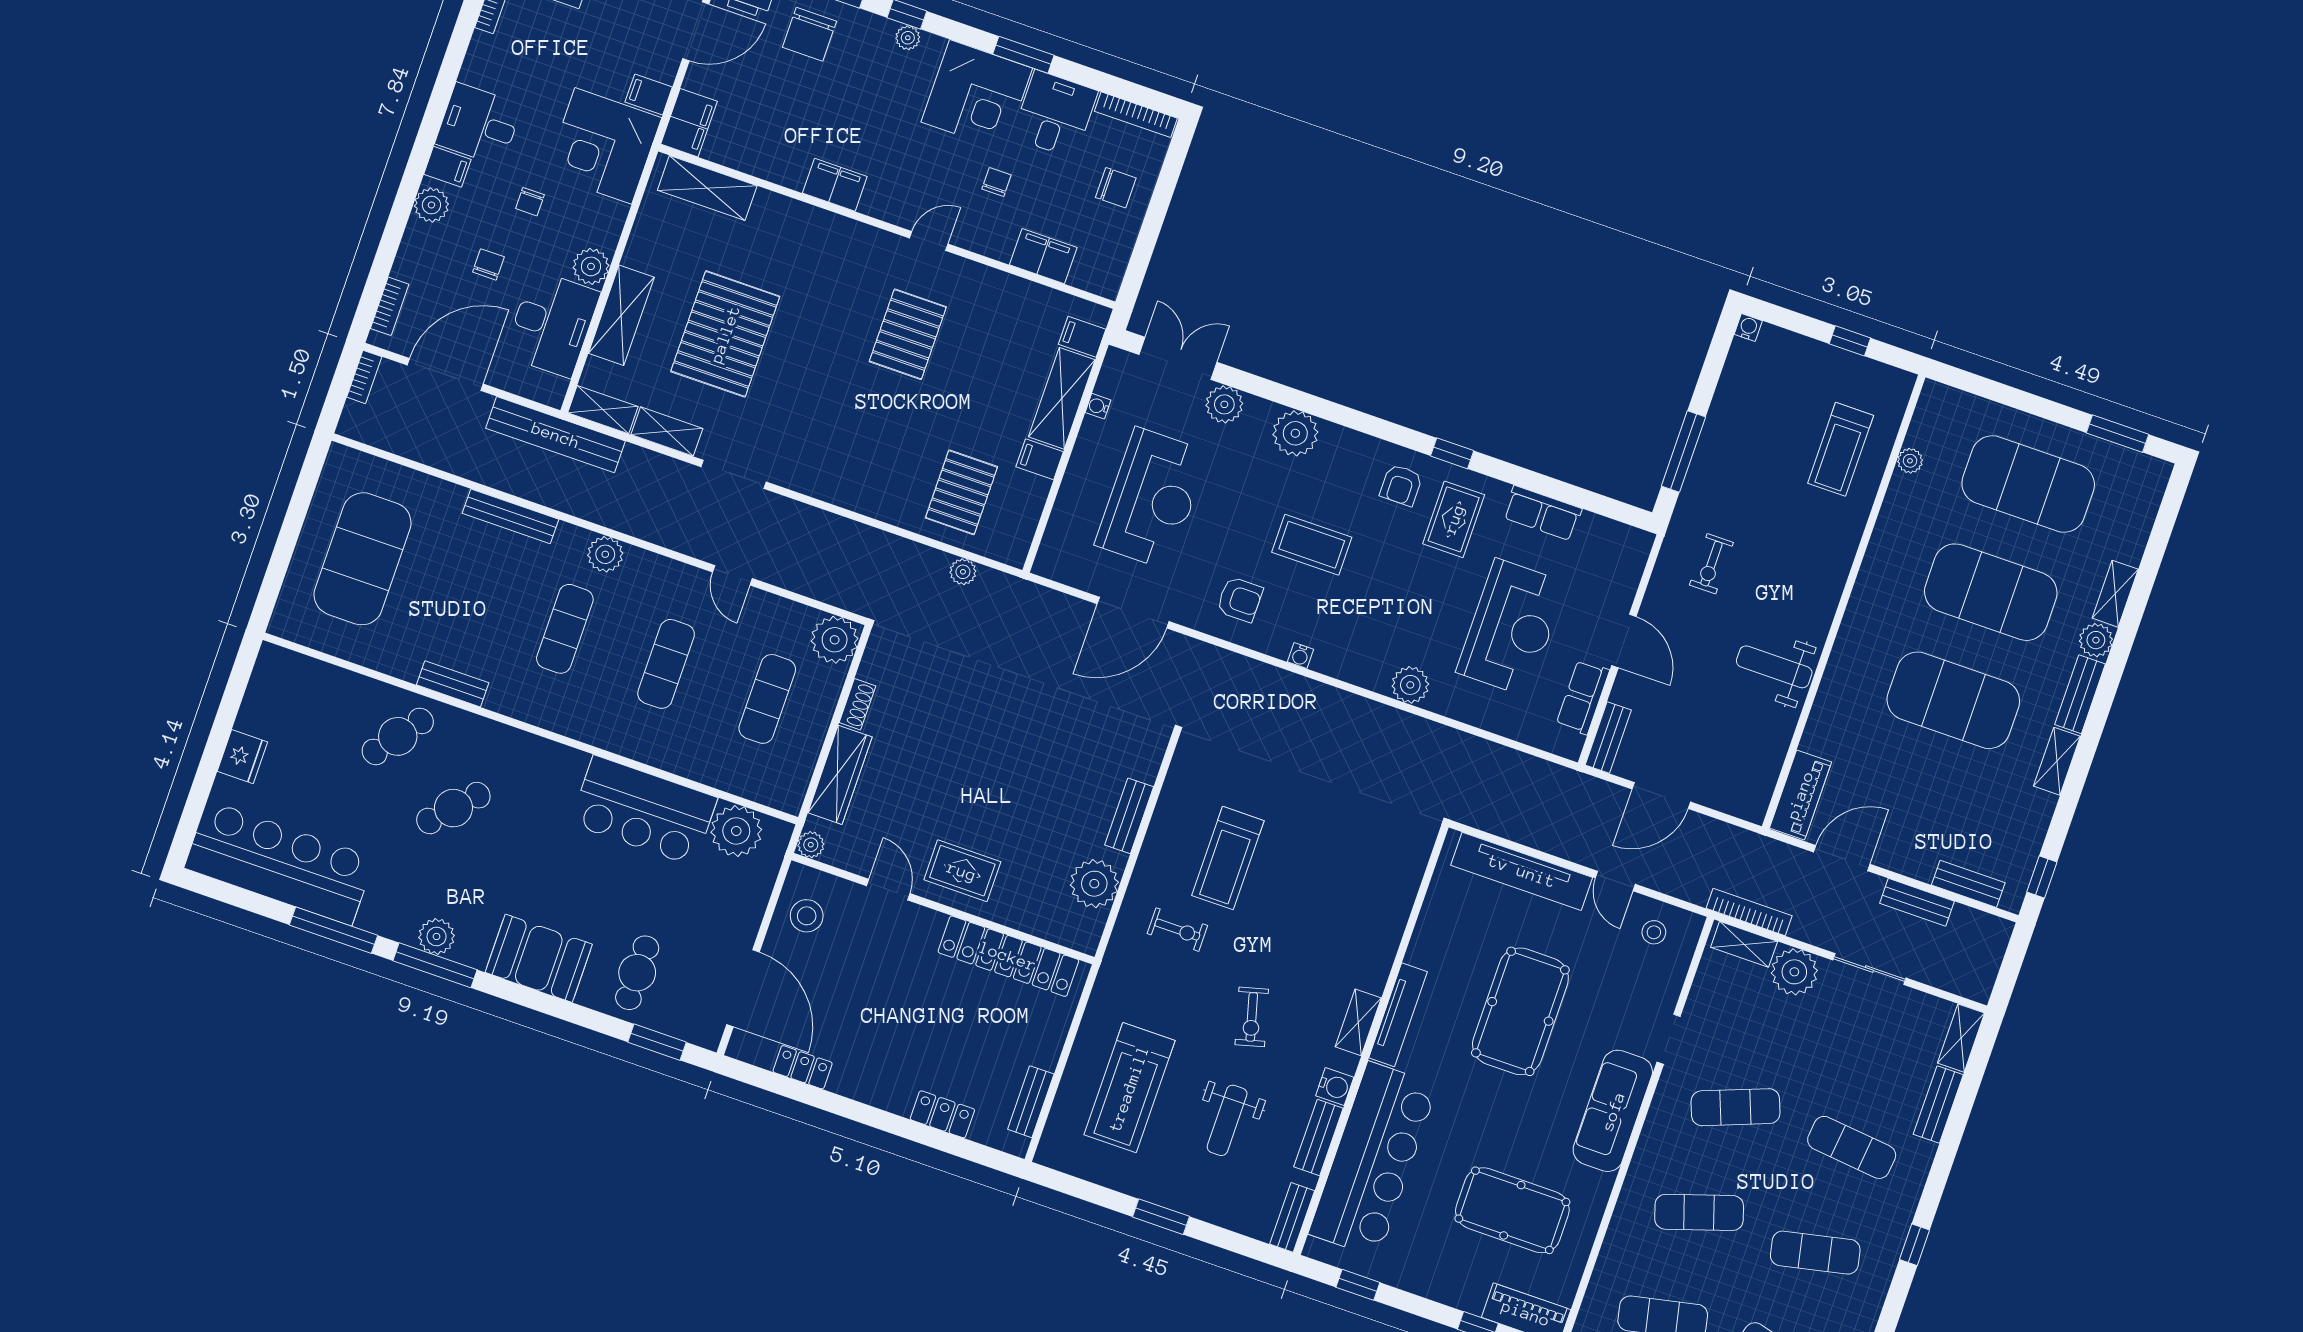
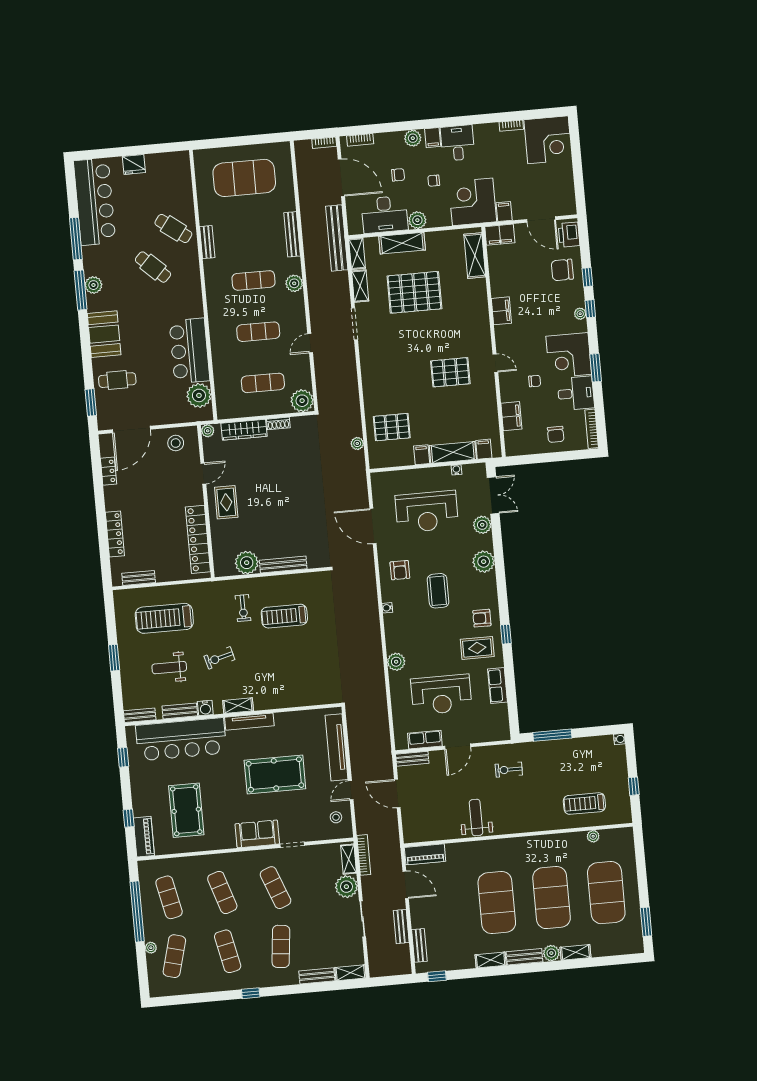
bench: (1129, 816) -> (283, 564), width x1.36
sofa: (1613, 1111) -> (257, 834), width x0.73
locker: (942, 1114) -> (115, 534), width x1.53

